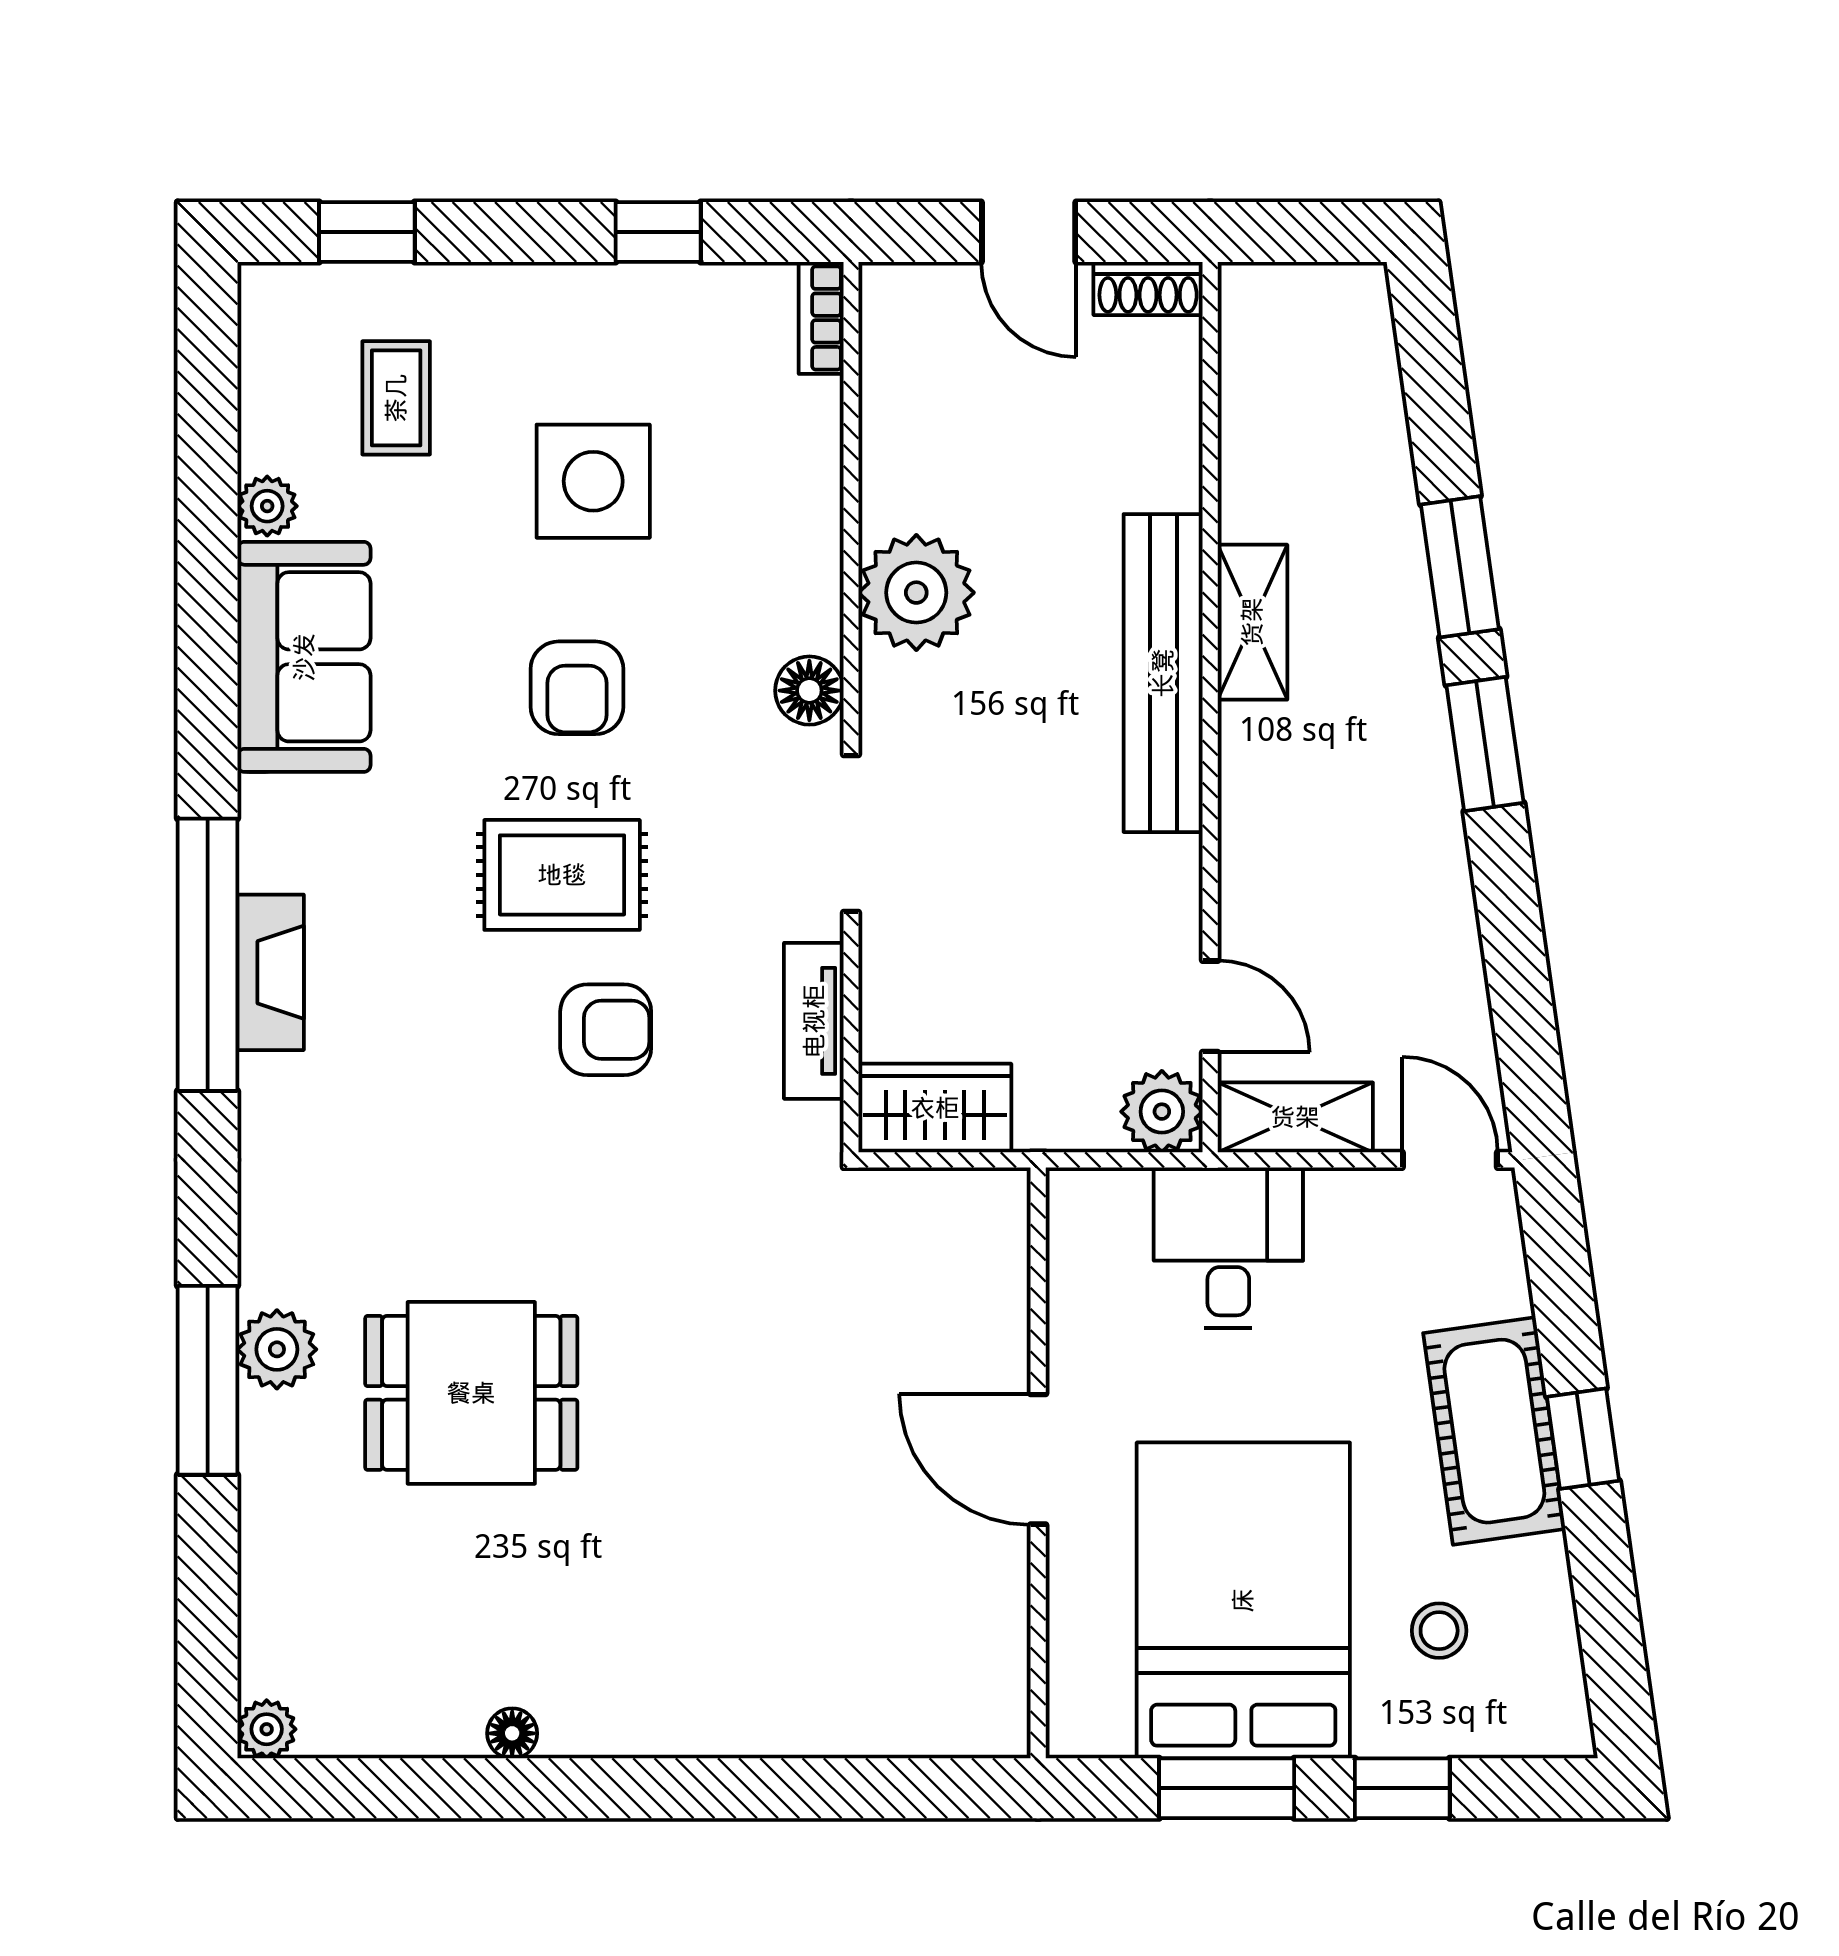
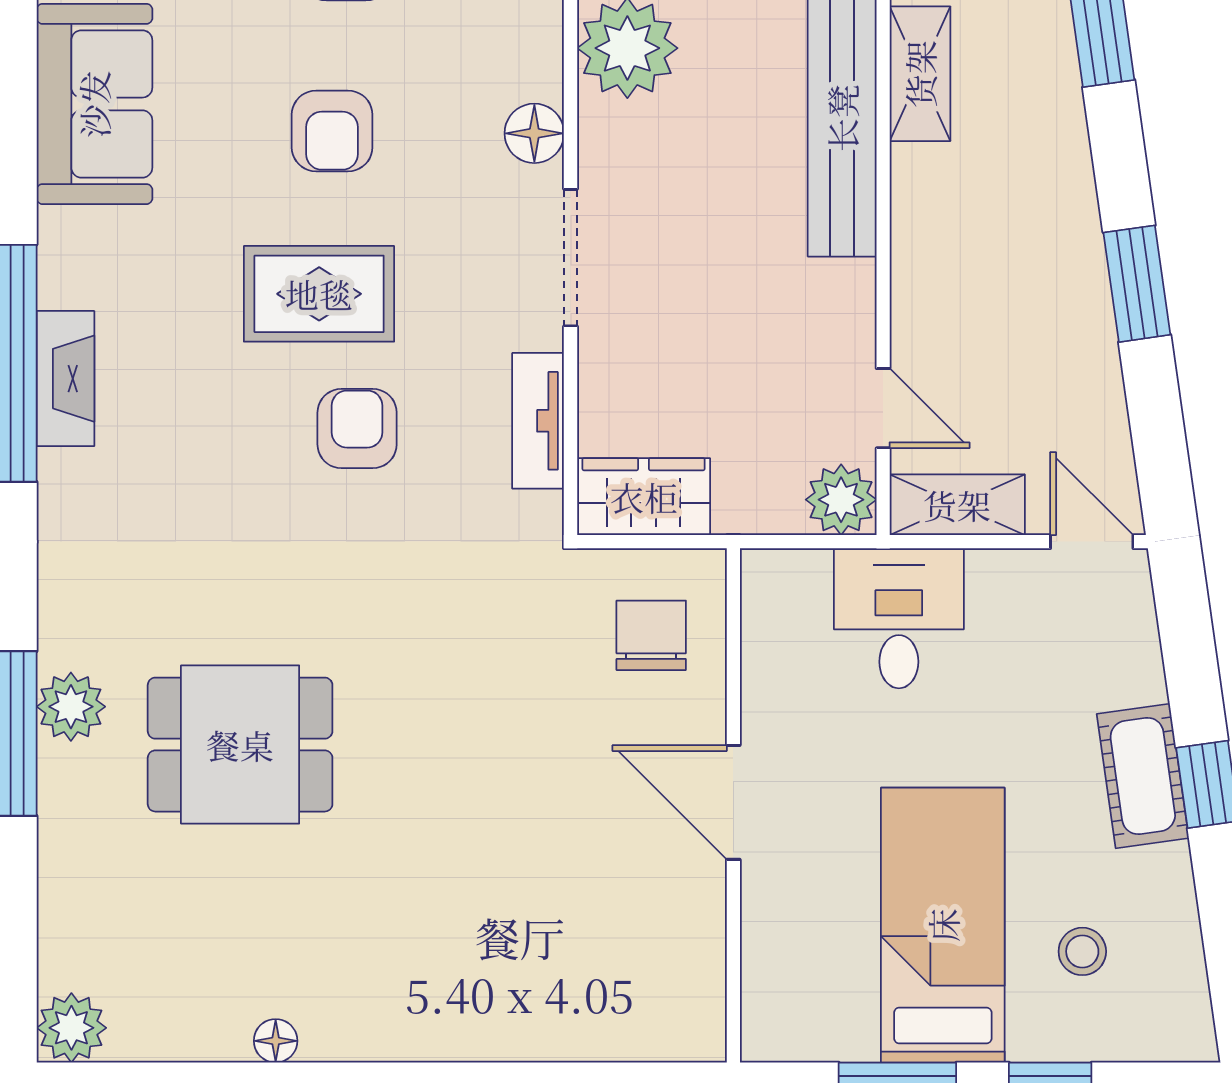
window: (1485, 744) -> (1137, 284), moved
armchair: (606, 1030) -> (357, 429), turned -90
chair: (944, 1267) -> (651, 635), added
cot: (1494, 1431) -> (1143, 776), width x0.73, depth x0.75
bed: (1243, 1600) -> (943, 925), width x0.67
plant: (267, 1729) -> (71, 1028), width x1.38, depth x1.38

